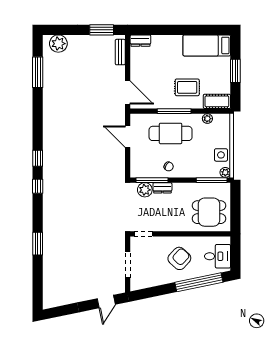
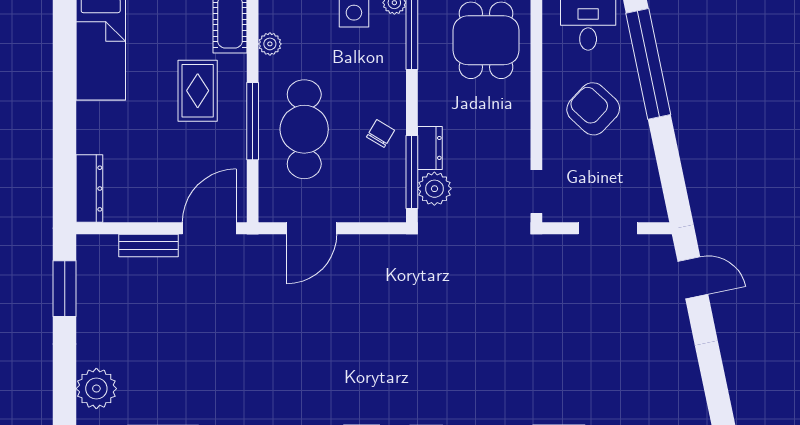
dresser: (140, 41) -> (89, 189), width x1.44
bench: (120, 52) -> (148, 245), moved

